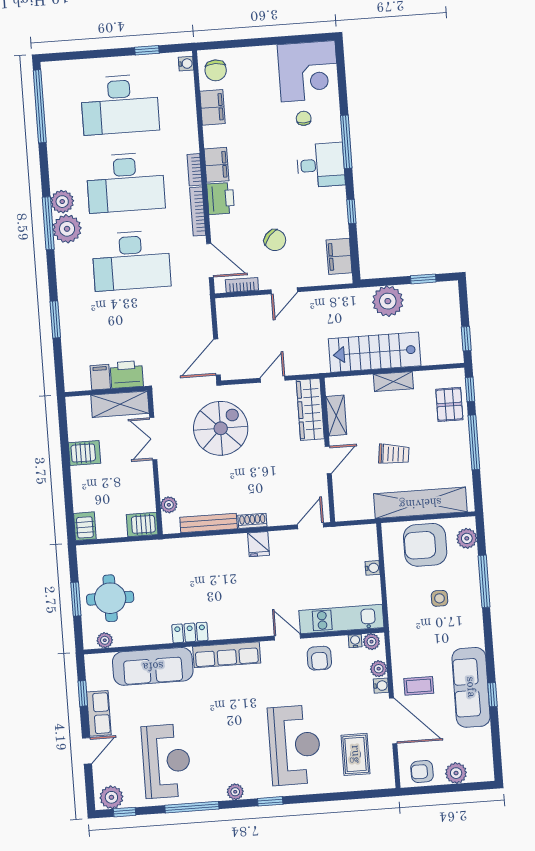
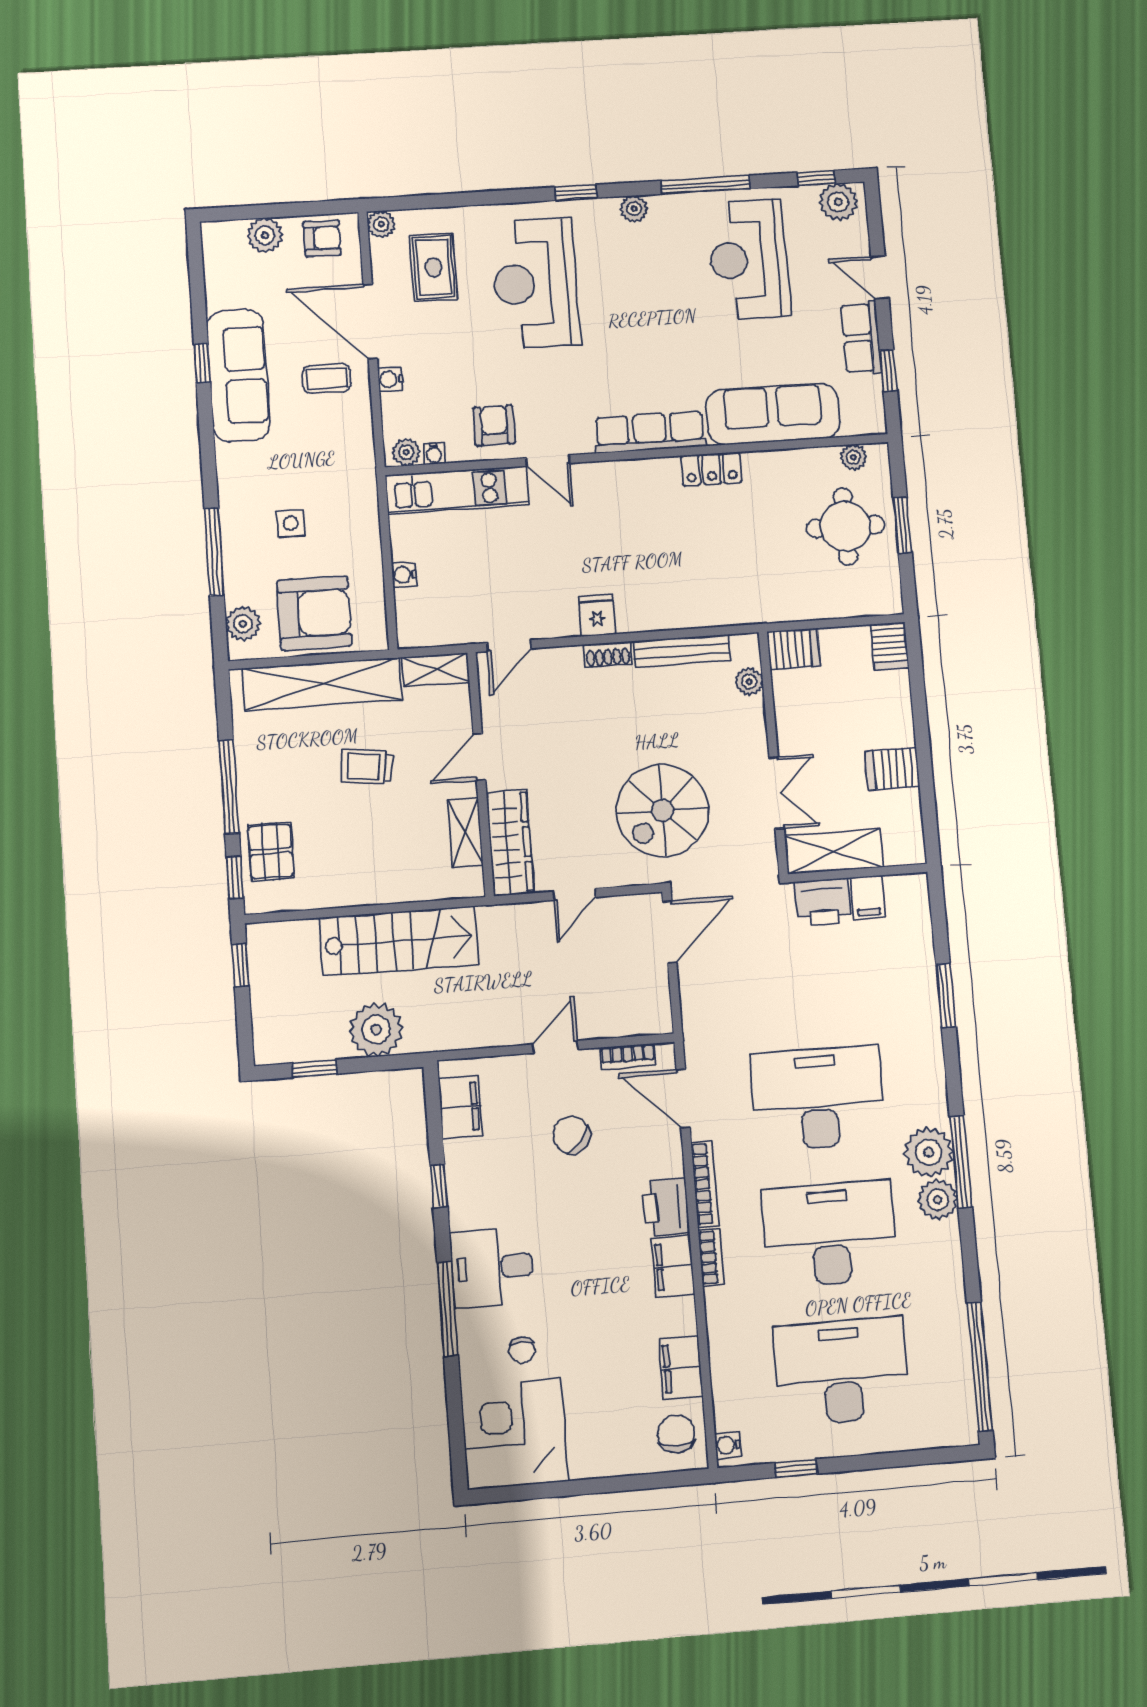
shelving: (393, 382) -> (436, 670), moved
plant: (379, 669) -> (381, 224), moved
door: (87, 751) -> (880, 277), hinge flipped

